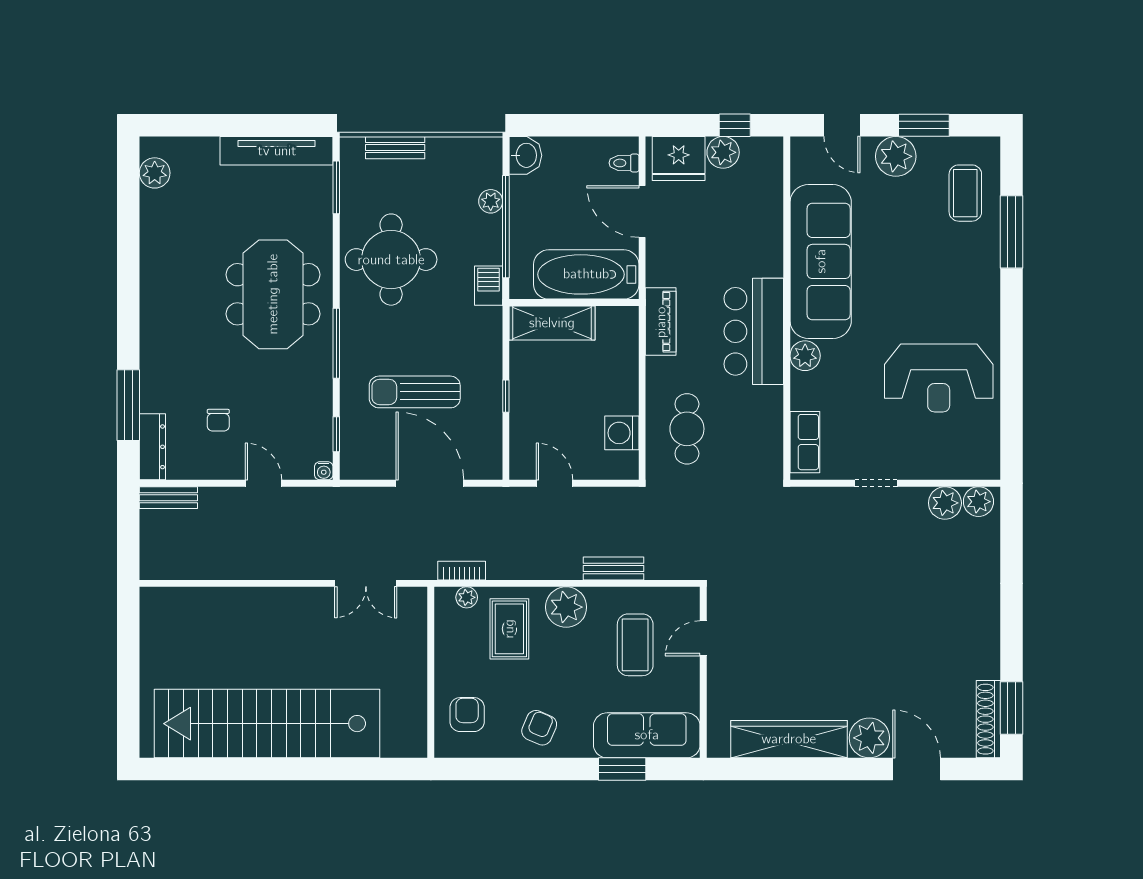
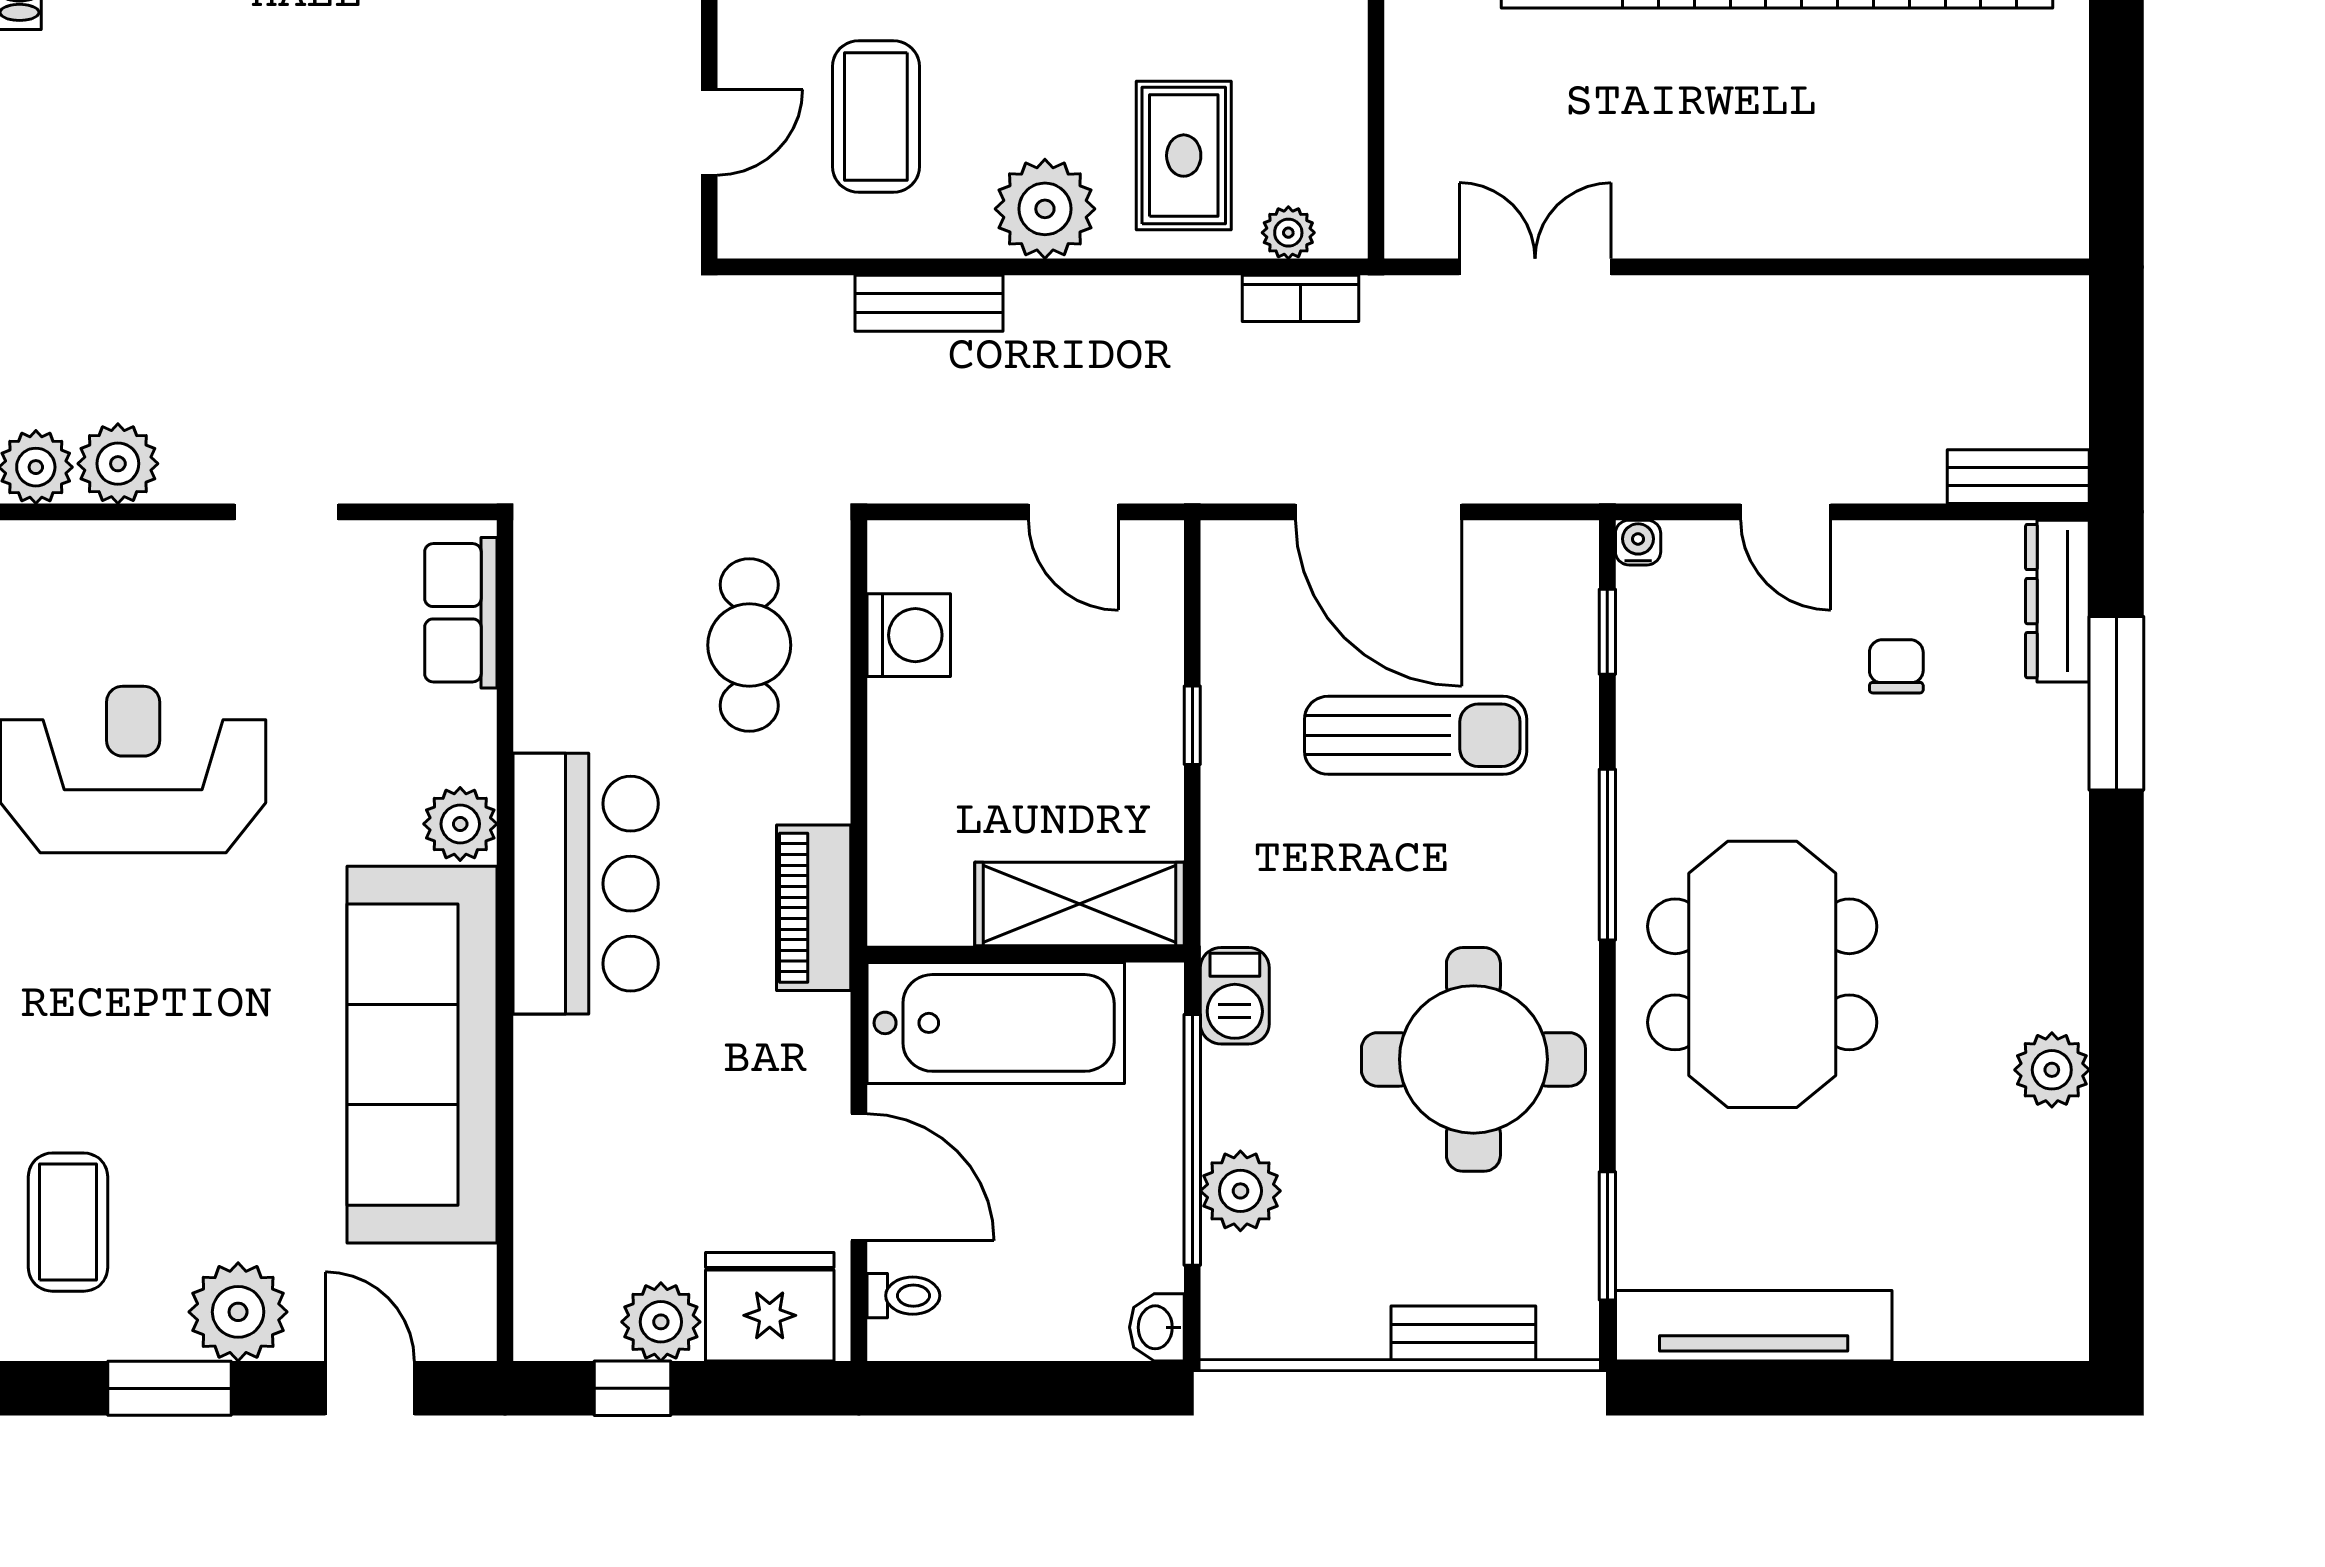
washbasin: (525, 155) -> (1157, 1327), width x0.72, depth x0.69
plant: (155, 173) -> (2052, 1070), moved
plant: (491, 201) -> (1240, 1191), width x1.38, depth x1.38

